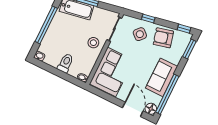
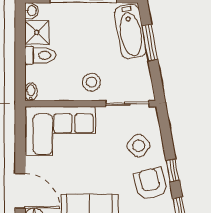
window: (148, 18) -> (173, 170), moved
shower: (52, 59) -> (37, 32), added
door: (133, 109) -> (20, 191), hinge flipped

